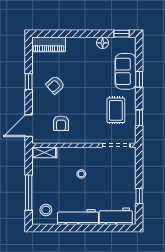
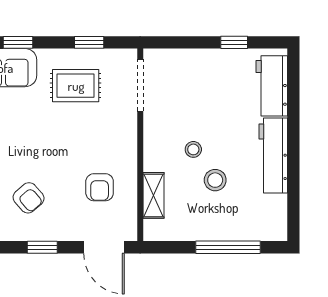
window: (29, 82) -> (42, 247), moved
armchair: (61, 123) -> (100, 187), turned 90
shelving: (44, 152) -> (153, 195), moved
stool: (46, 210) -> (215, 180), moved

